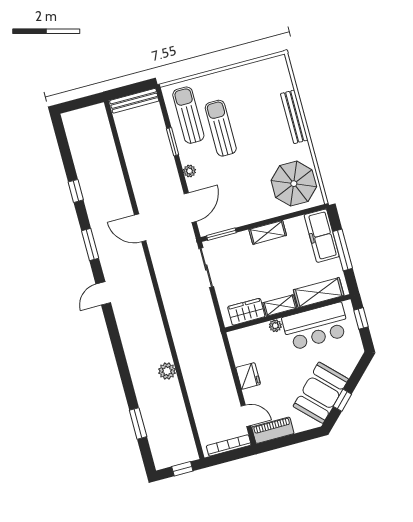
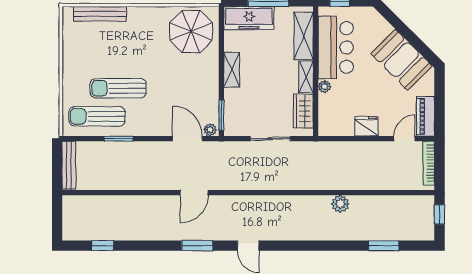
bench: (294, 117) -> (100, 14), moved
plant: (189, 171) -> (210, 130), moved
window: (76, 191) -> (103, 246), moved
sliding door: (206, 268) -> (270, 139), moved
window: (342, 400) -> (414, 41), removed

